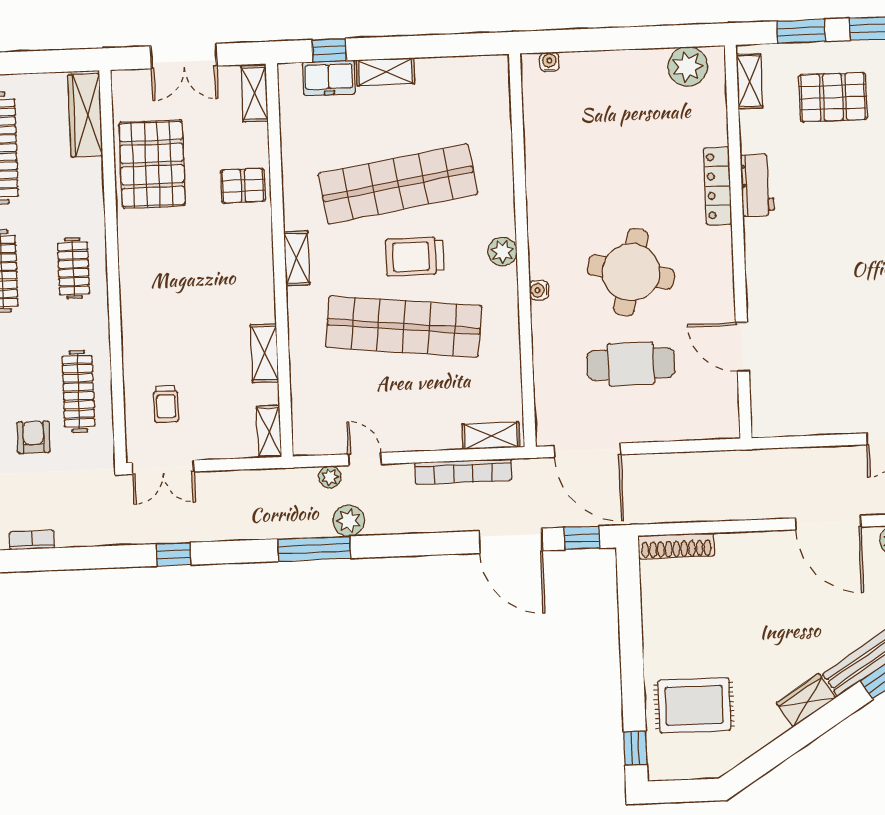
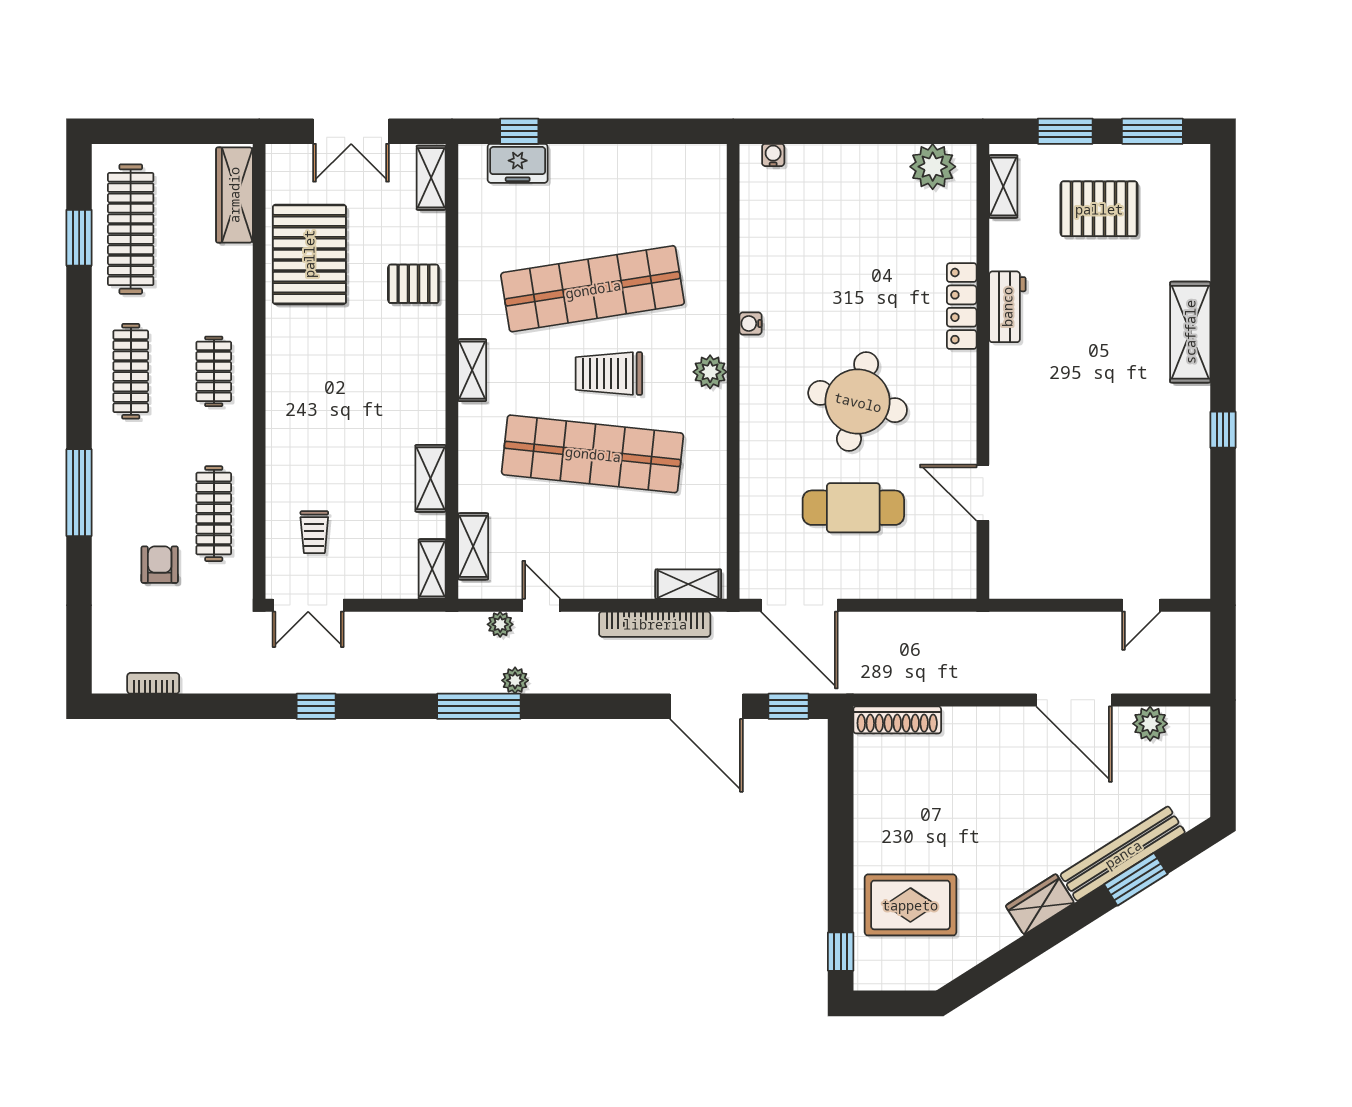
shelving: (386, 72) -> (473, 546), moved, turned 90
water cooler: (539, 290) -> (751, 324), moved
plant: (349, 521) -> (515, 680), width x0.73, depth x0.73

